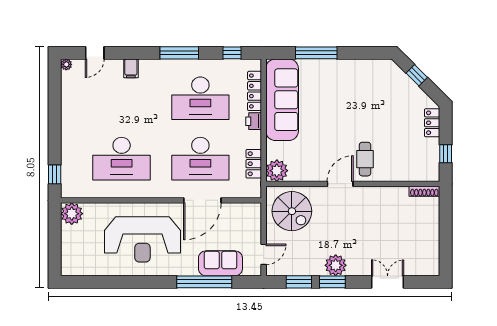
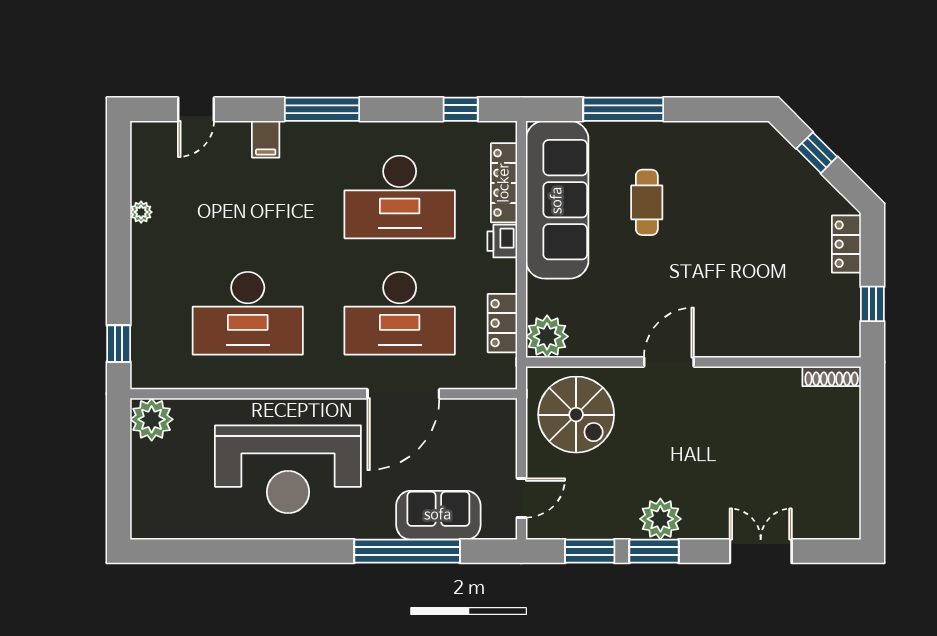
window: (179, 53) -> (322, 109), moved
plant: (66, 64) -> (141, 212), moved
cafe table: (365, 159) -> (647, 202), moved

